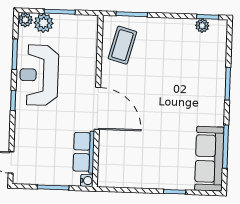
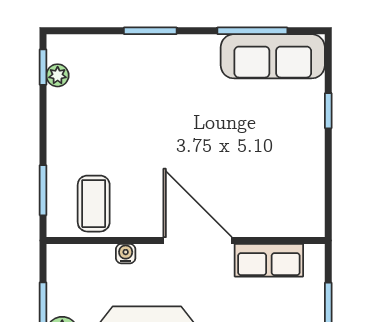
coffee table: (122, 45) -> (94, 204), turned 75
door: (97, 108) -> (198, 240), hinge flipped
water cooler: (87, 181) -> (126, 254), moved

